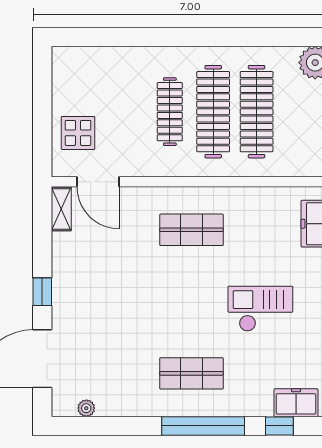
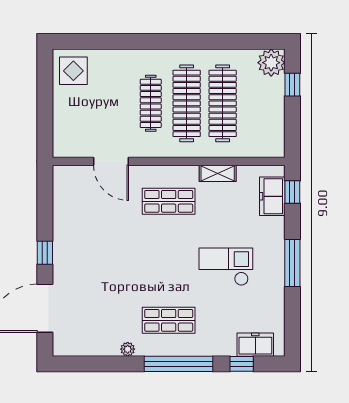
display table: (78, 133) -> (73, 71), moved
door: (98, 182) -> (111, 161), moved
shelving: (61, 209) -> (218, 173), moved, turned 90
plant: (86, 408) -> (128, 349), moved

